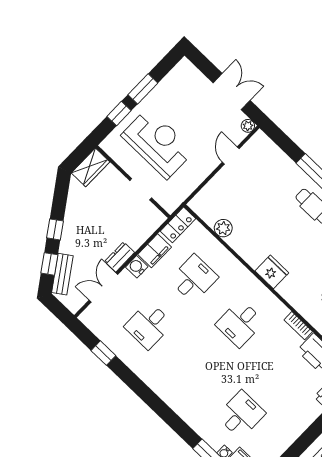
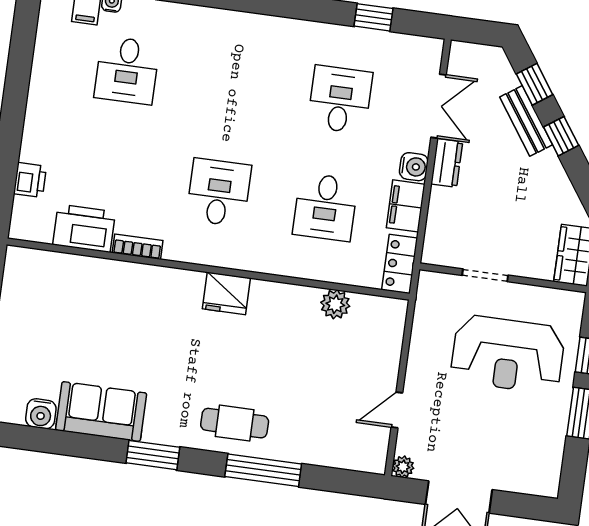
door: (231, 155) -> (397, 410), swing flipped
bench: (62, 274) -> (526, 121), moved

